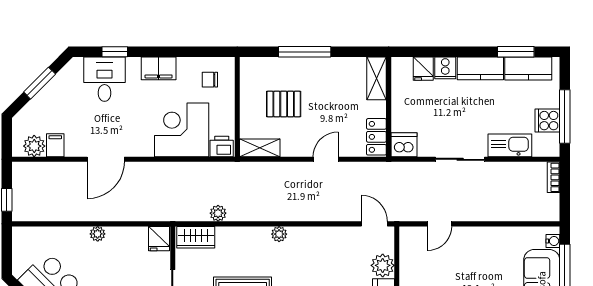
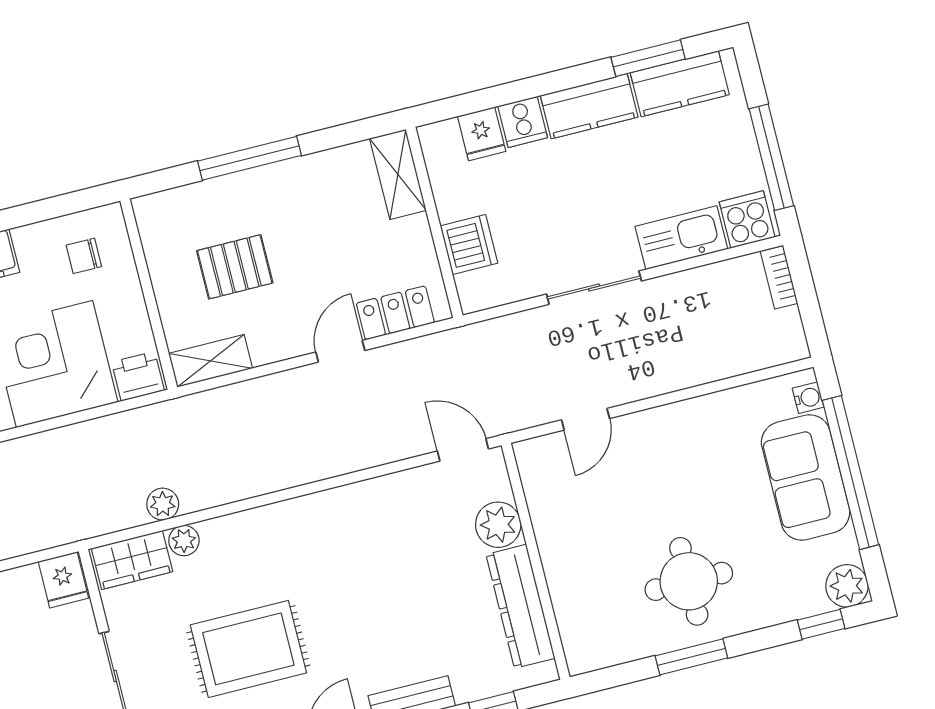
cooker: (547, 121) -> (747, 219), moved, turned 90
locker: (376, 137) -> (395, 313), moved, turned 90
dishwasher: (404, 145) -> (469, 245), moved, turned 90
plant: (279, 234) -> (184, 541), moved

